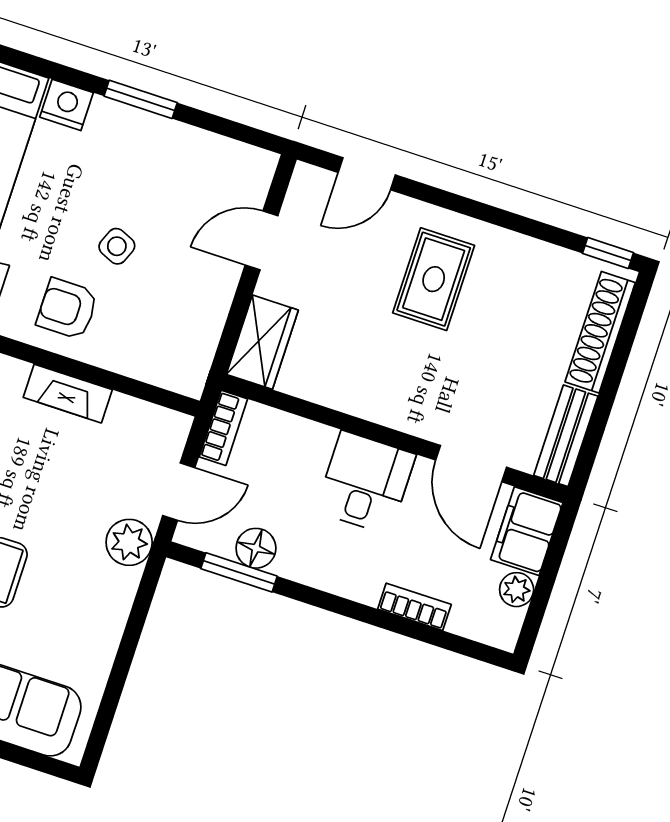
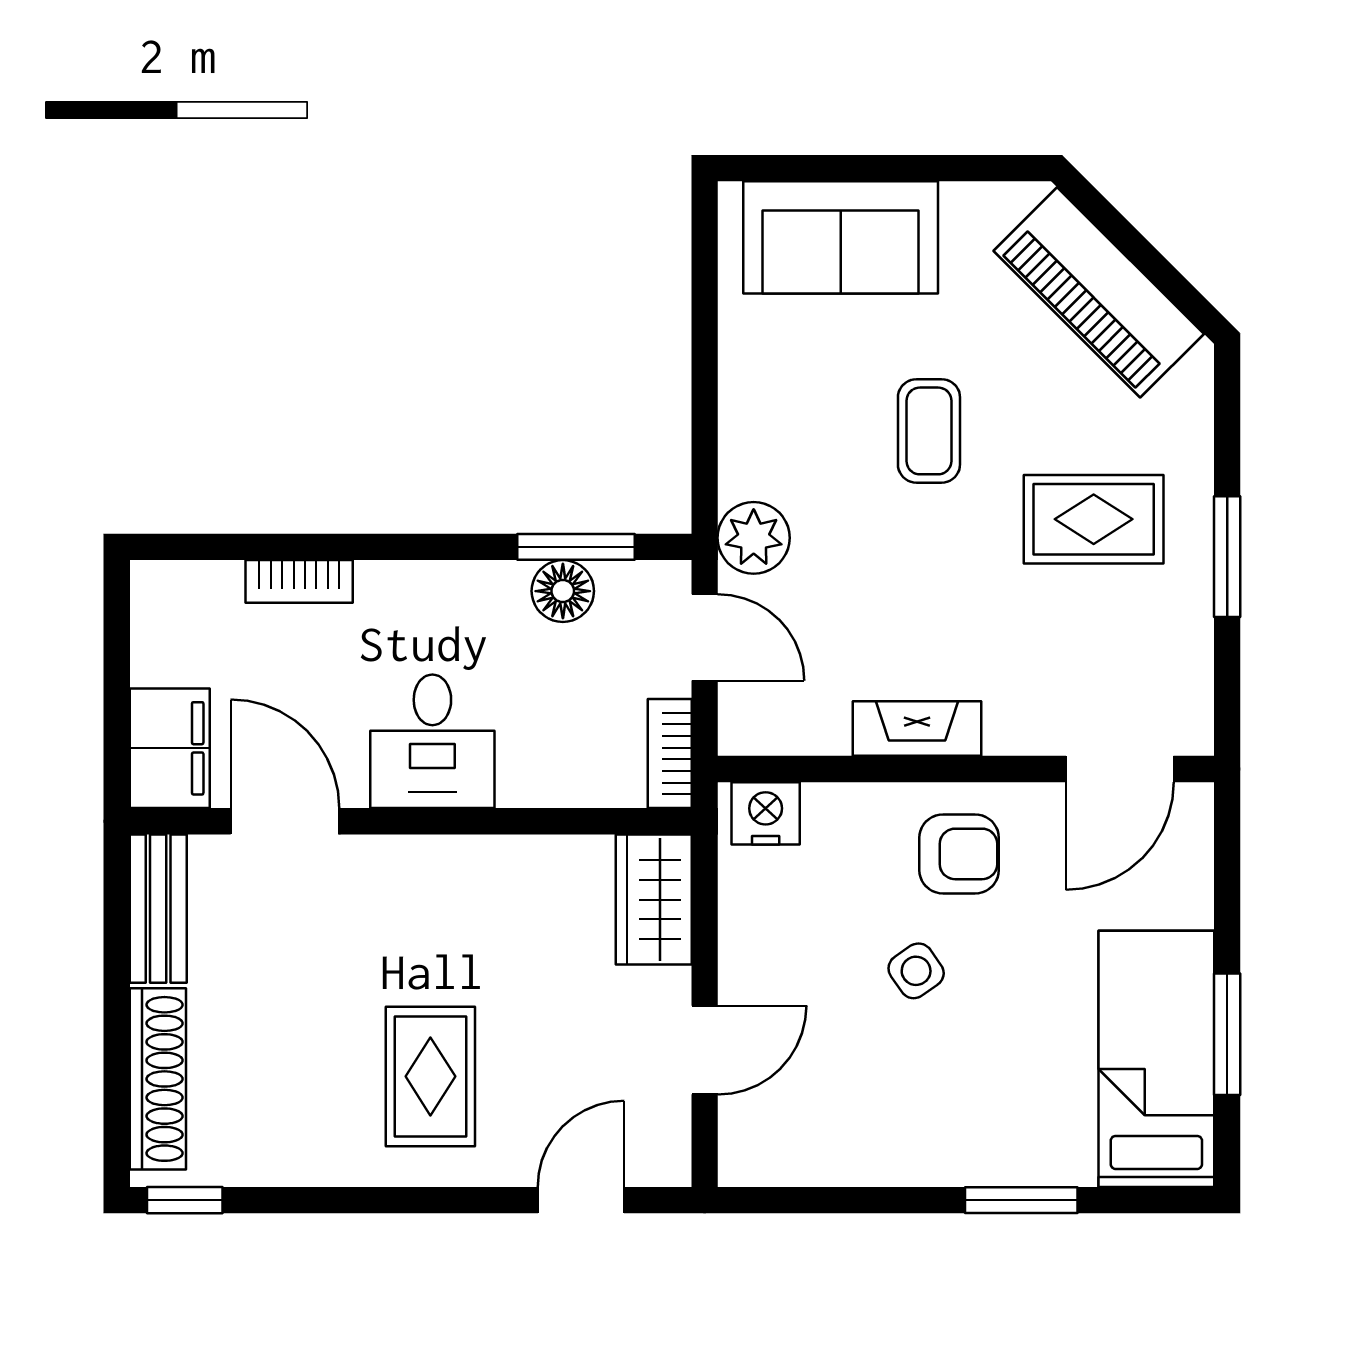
window: (141, 99) -> (1021, 1200), moved
nightstand: (67, 105) -> (766, 813), moved, turned 180
side table: (117, 246) -> (916, 971), turned 32
door: (179, 492) -> (705, 637), swing flipped
plant: (517, 590) -> (156, 657), removed

